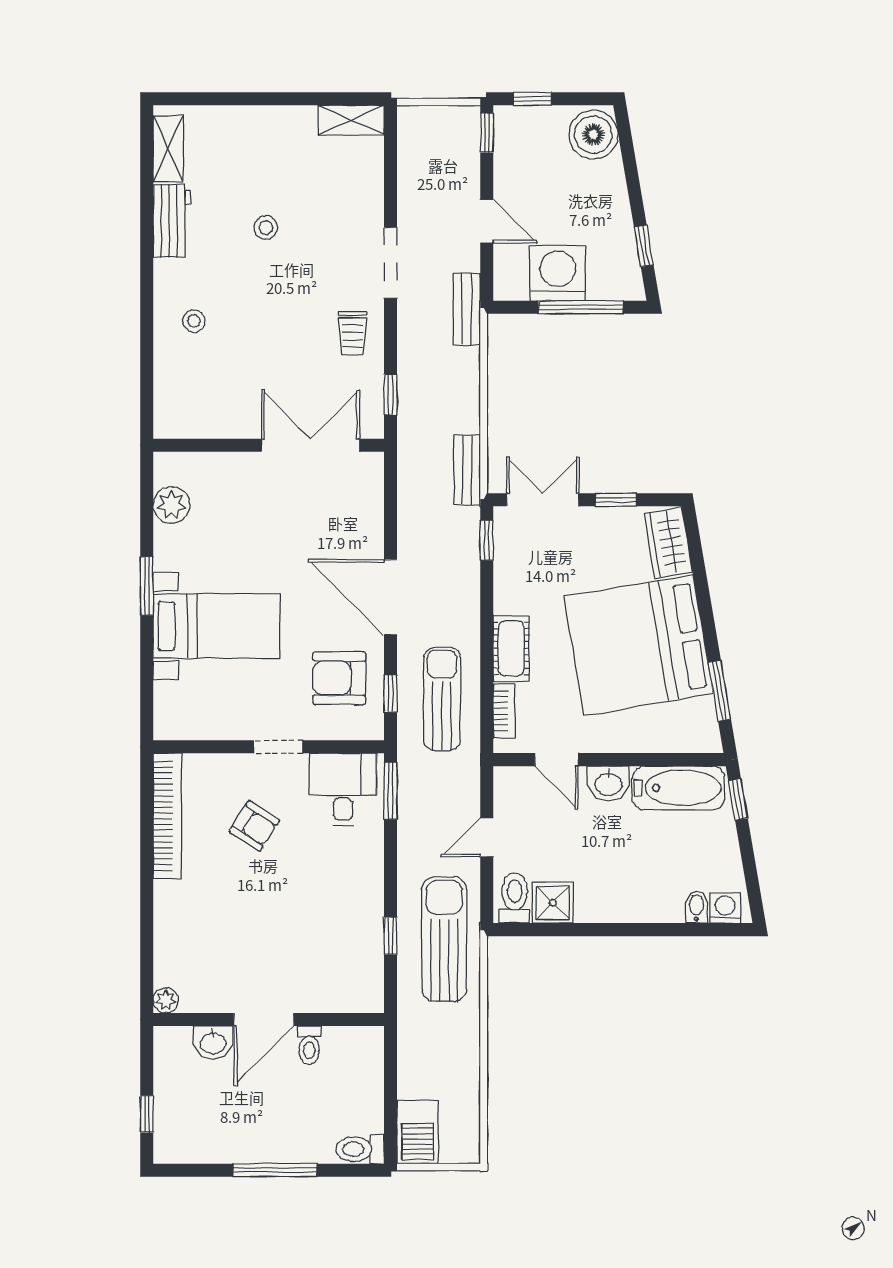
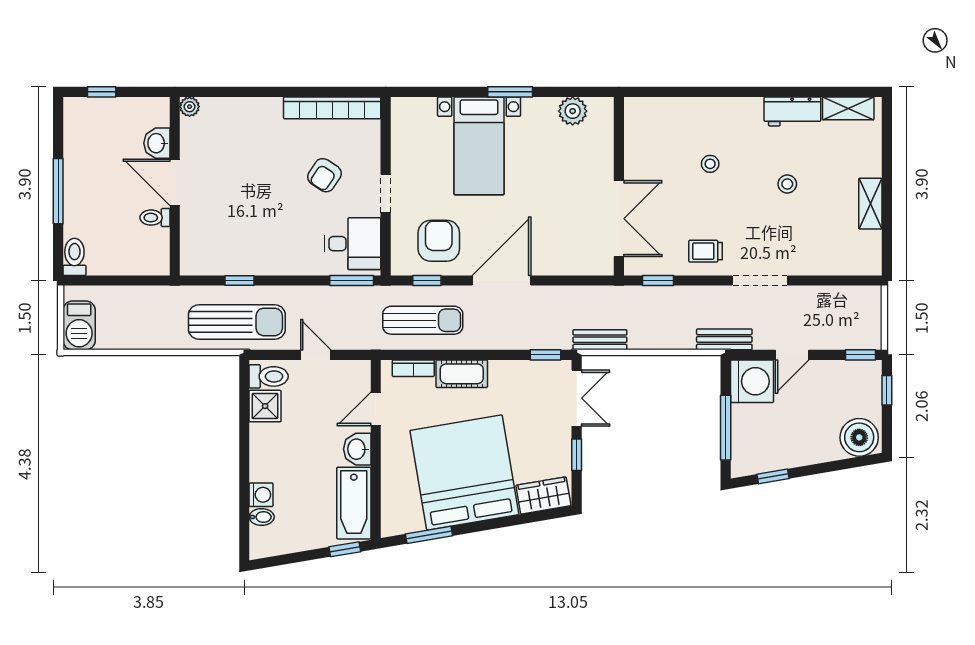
shelving: (351, 120) -> (870, 204), moved
washing machine: (558, 273) -> (752, 381), moved
stool: (194, 321) -> (710, 164), moved
washing machine: (725, 908) -> (261, 495), moved
barbecue: (418, 1132) -> (79, 325), moved, turned -90

